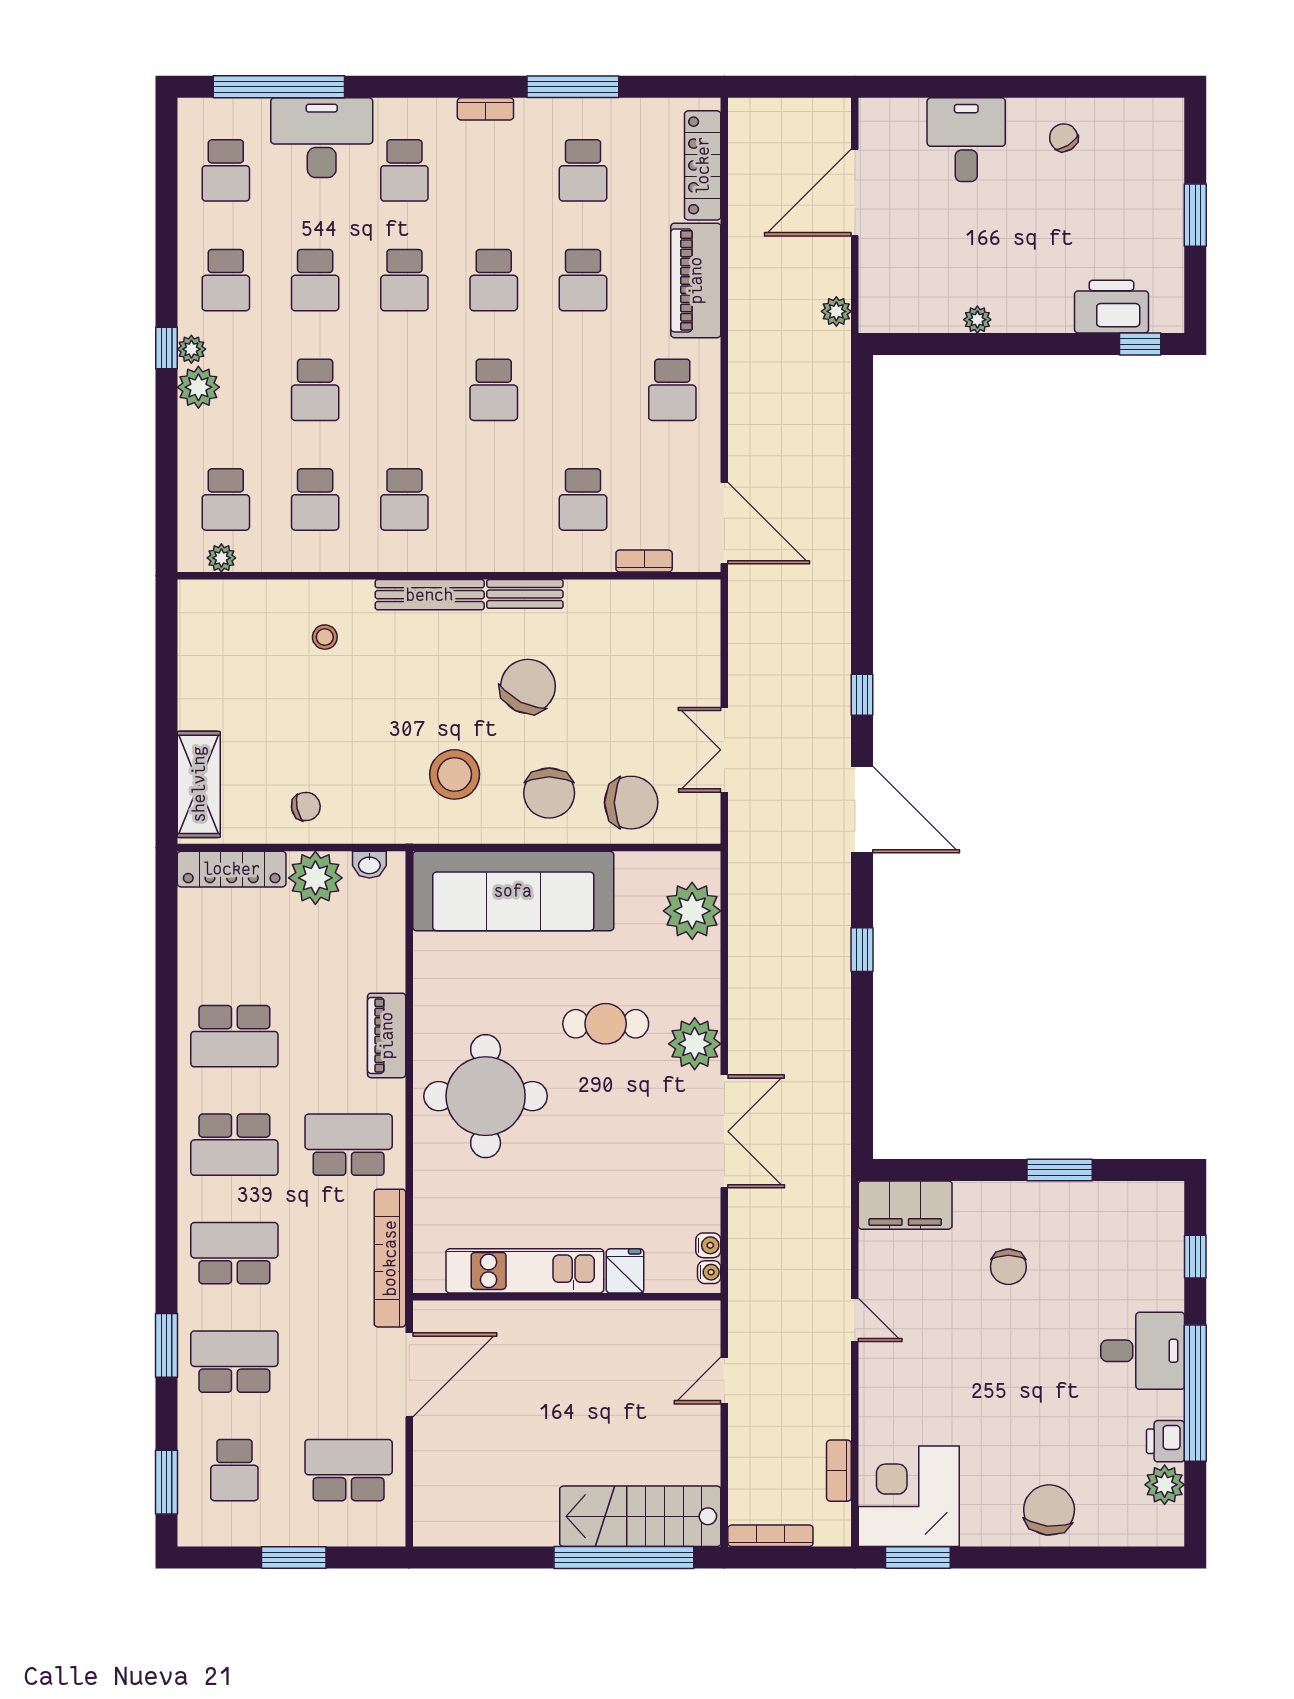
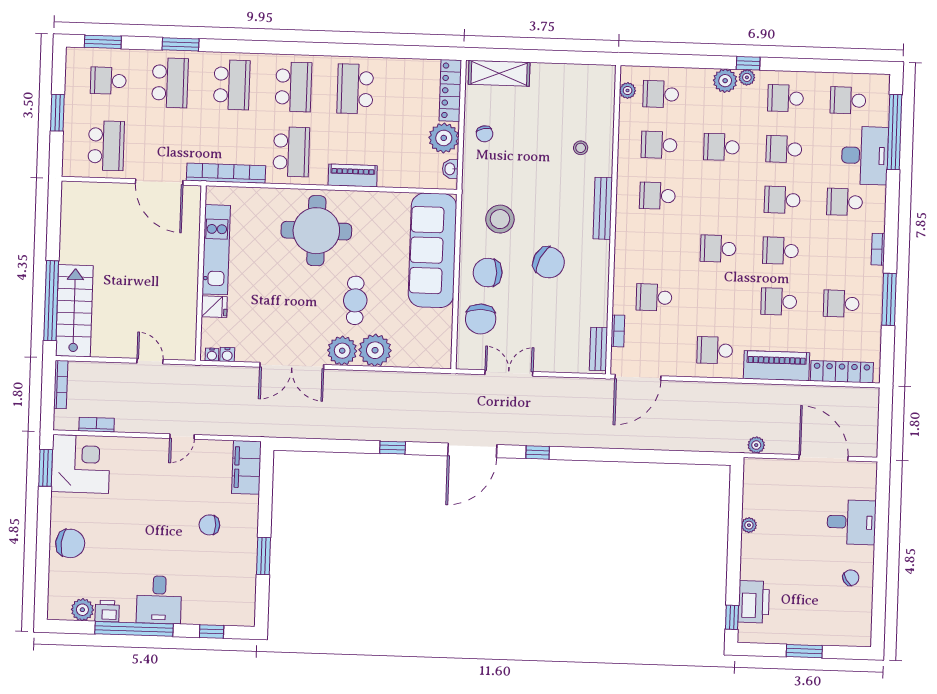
bench: (525, 594) -> (598, 349), moved
plant: (692, 911) -> (375, 350), moved
school desk: (234, 1145) -> (293, 87), turned 180

